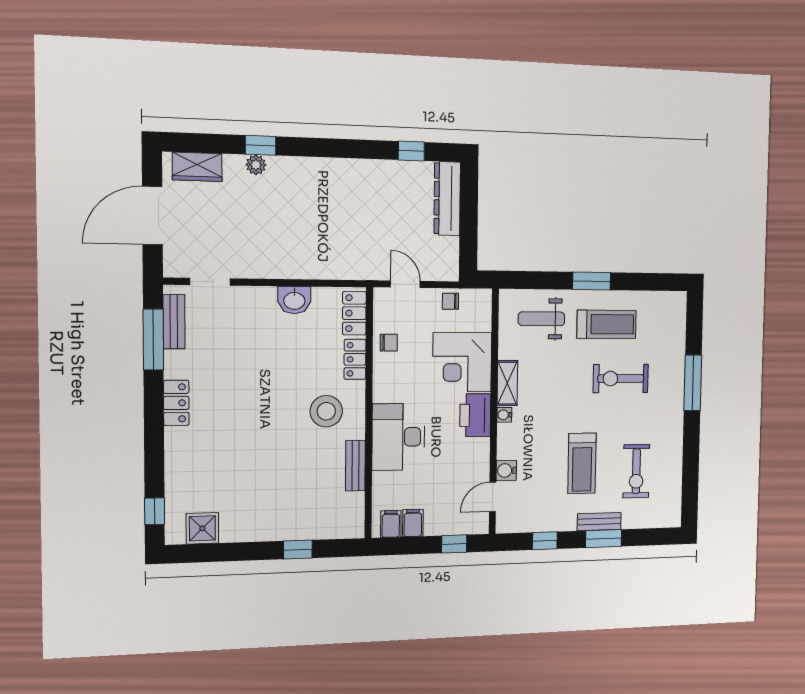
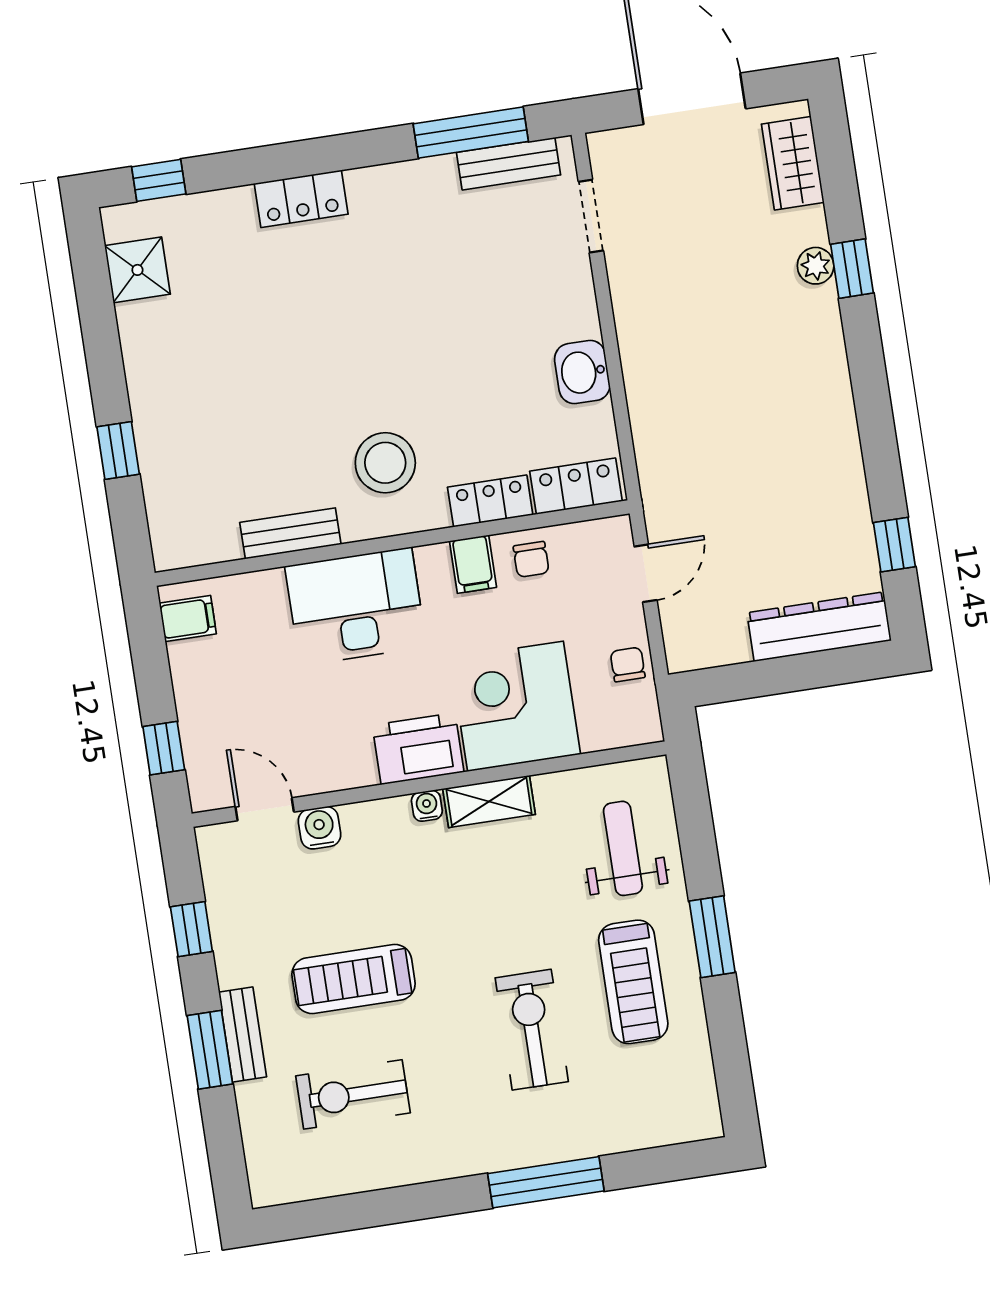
locker: (176, 403) -> (301, 199), moved
filing cabinet: (413, 523) -> (473, 564), moved, turned 90

